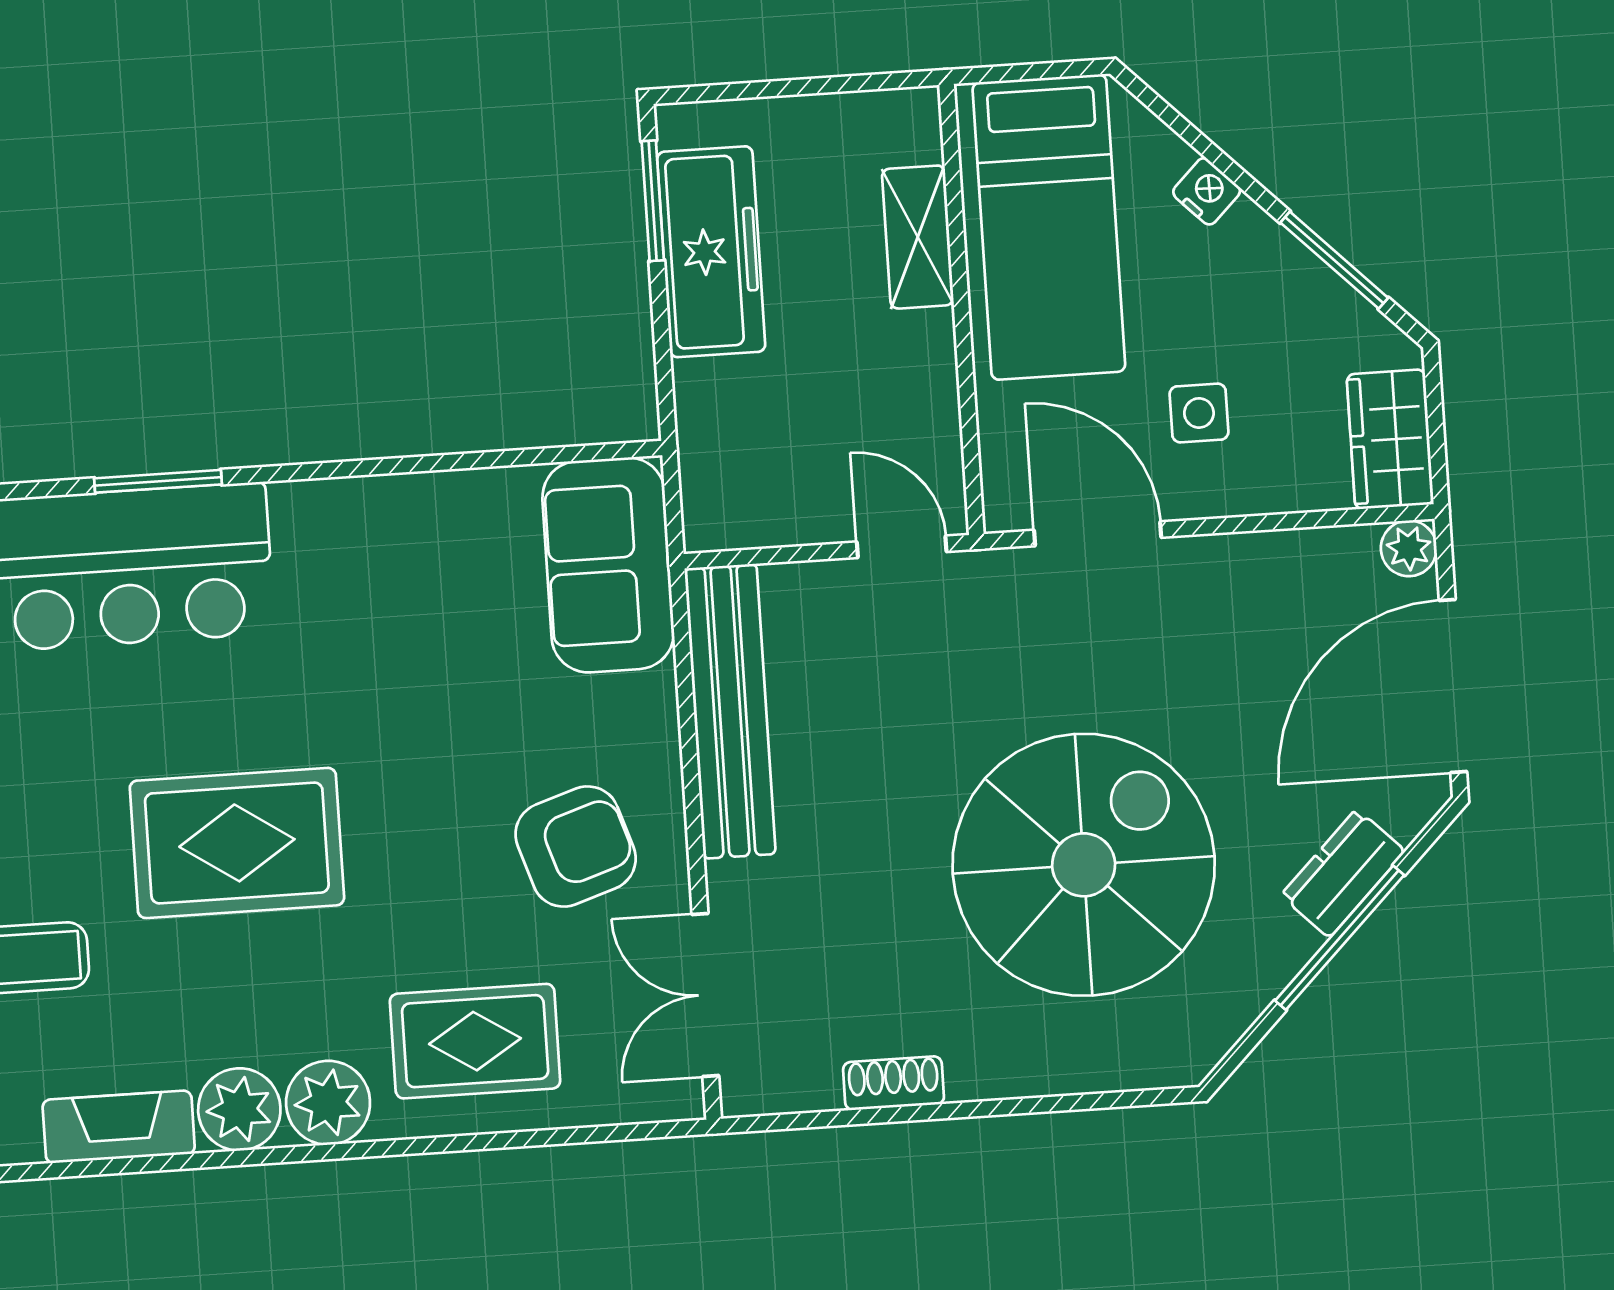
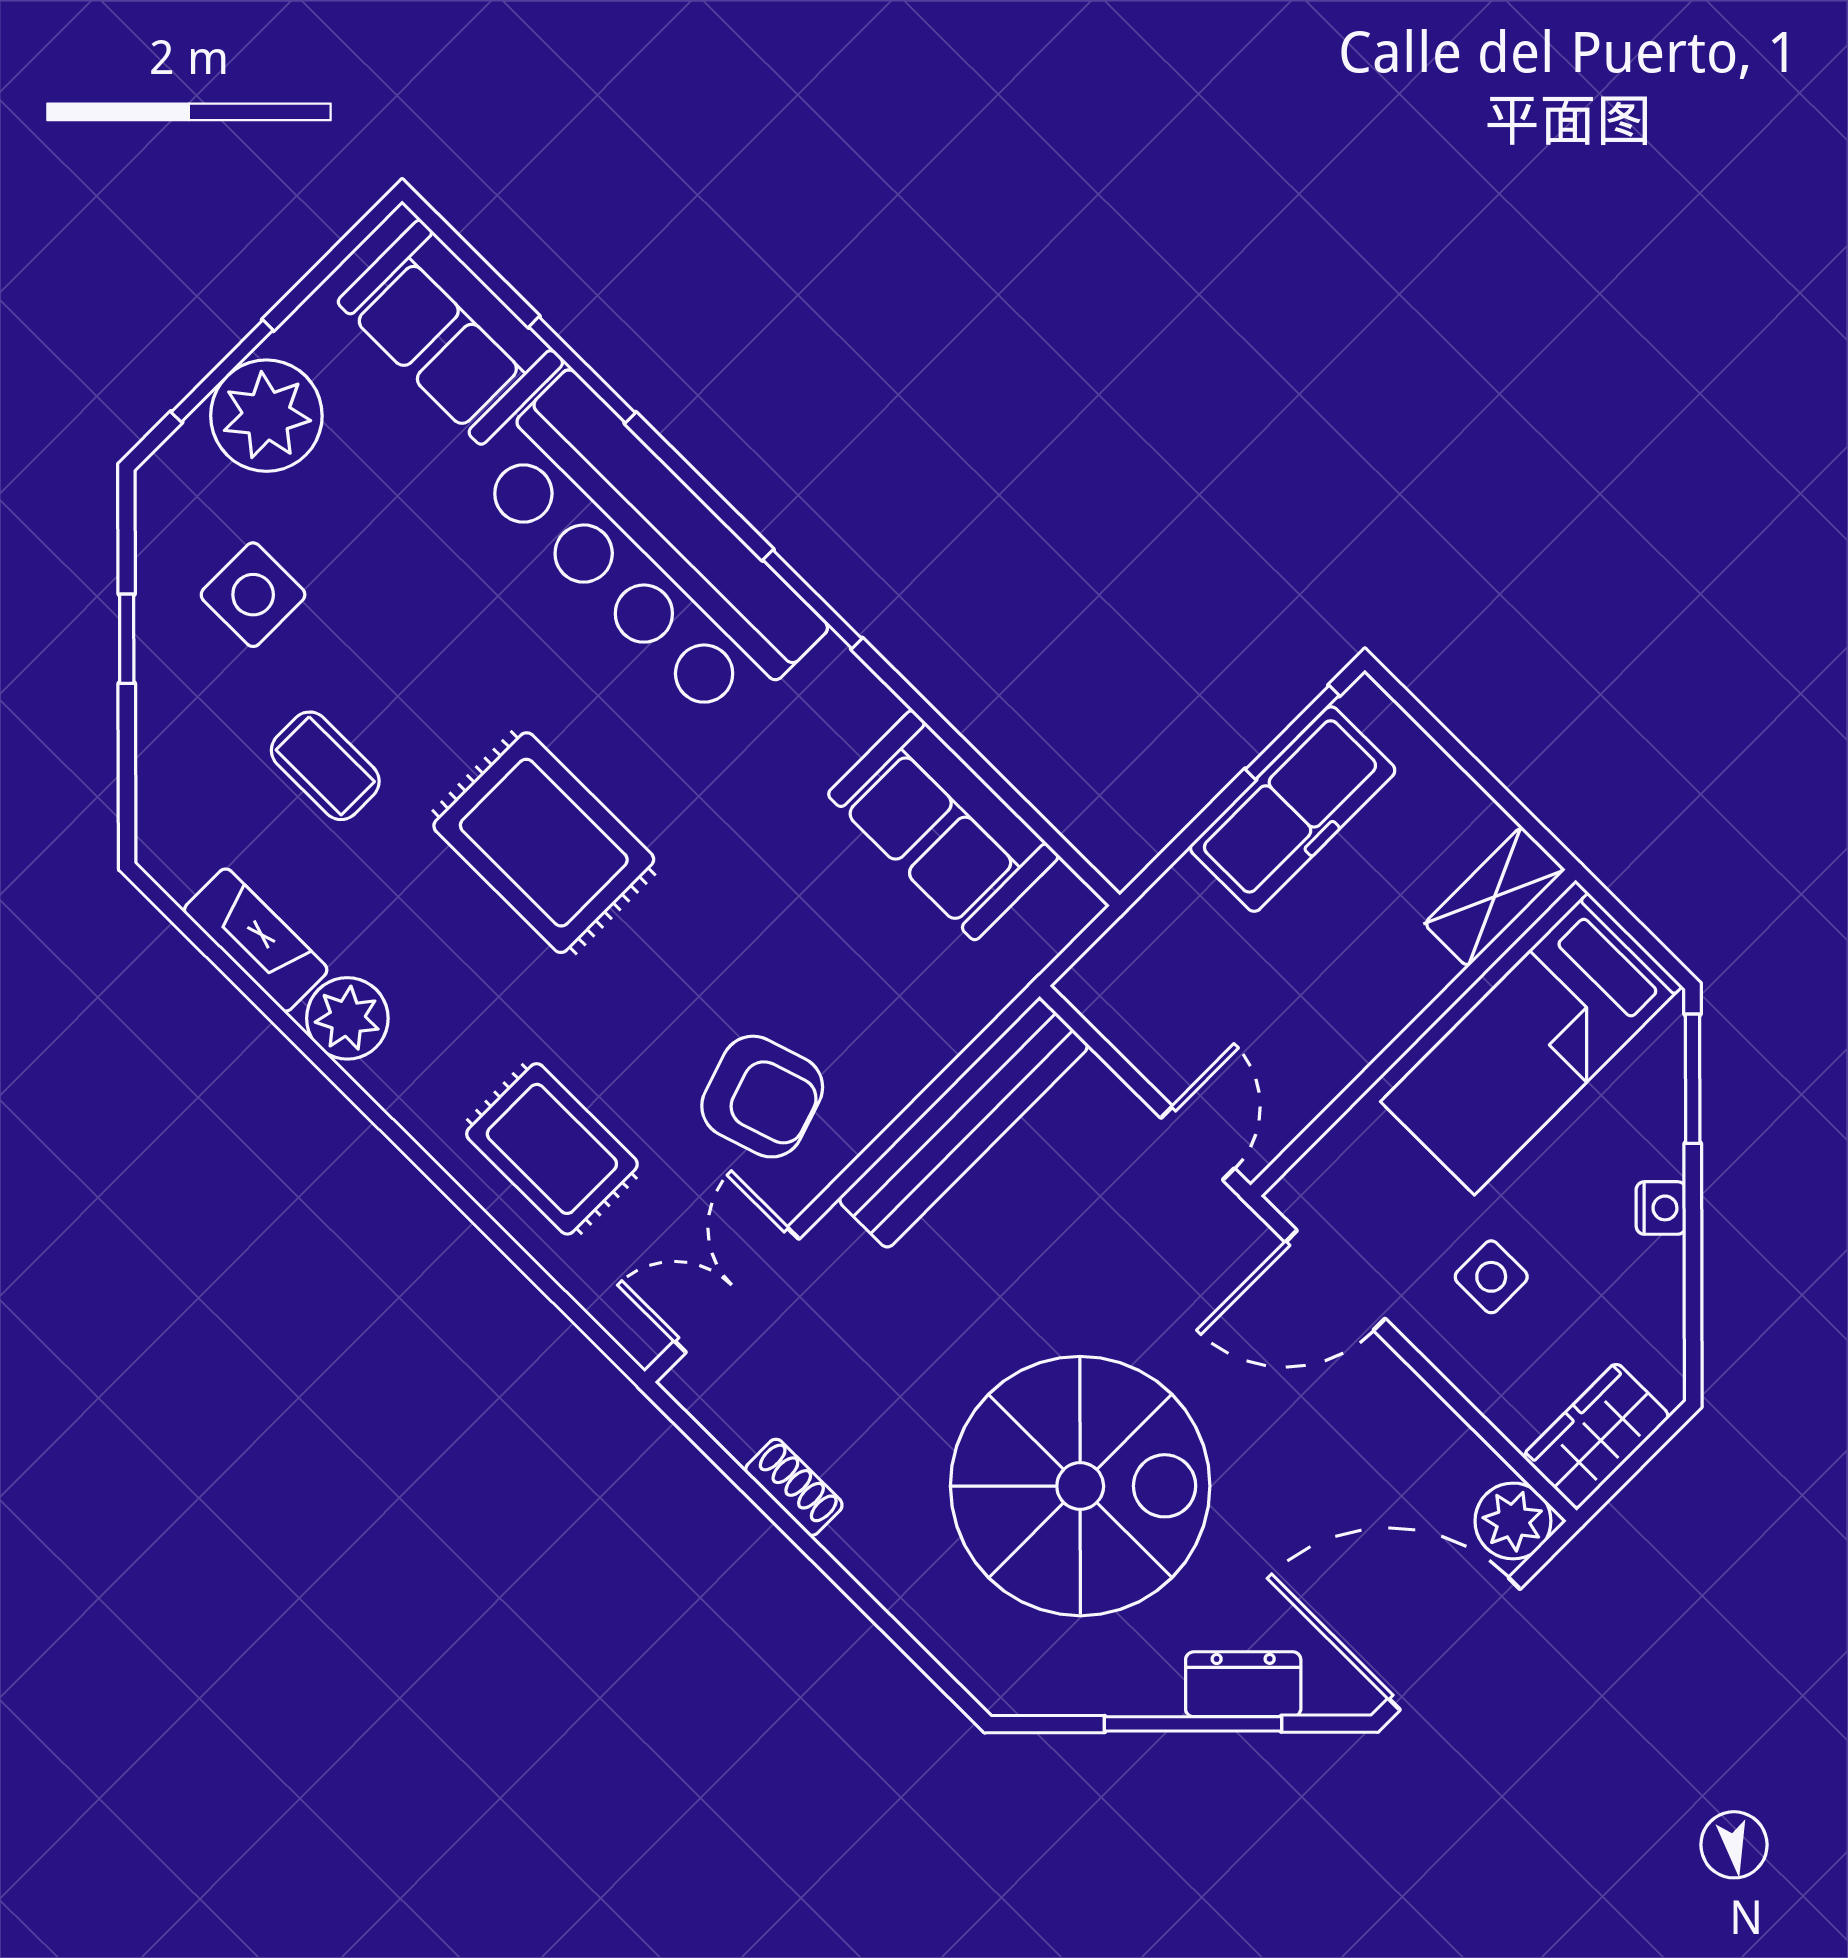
nightstand: (1207, 191) -> (1661, 1208), moved
shelving: (918, 237) -> (1494, 897), moved
window: (1334, 260) -> (1693, 1079), moved
window: (158, 481) -> (812, 599), moved
door: (1098, 534) -> (1335, 1280), swing flipped
plant: (1409, 548) -> (1513, 1521), width x1.38, depth x1.38
sofa: (608, 565) -> (943, 825), moved, turned -90
plant: (328, 1103) -> (410, 1080), removed

